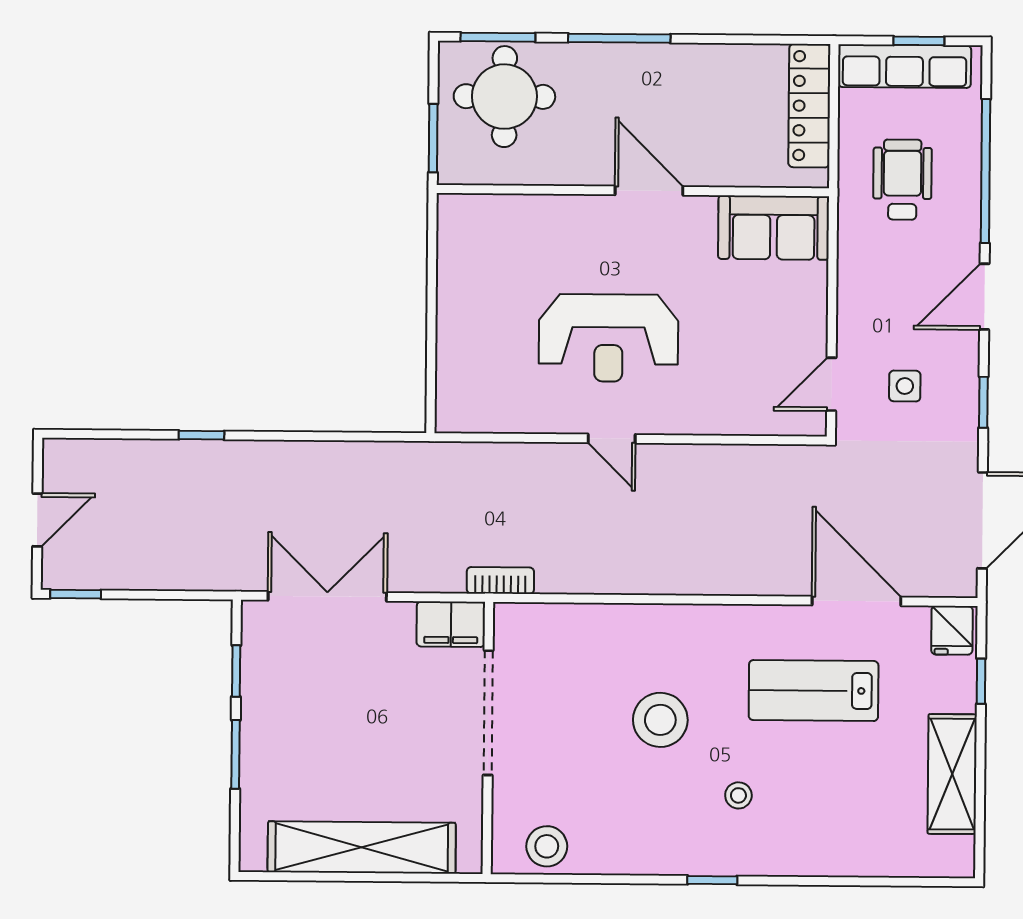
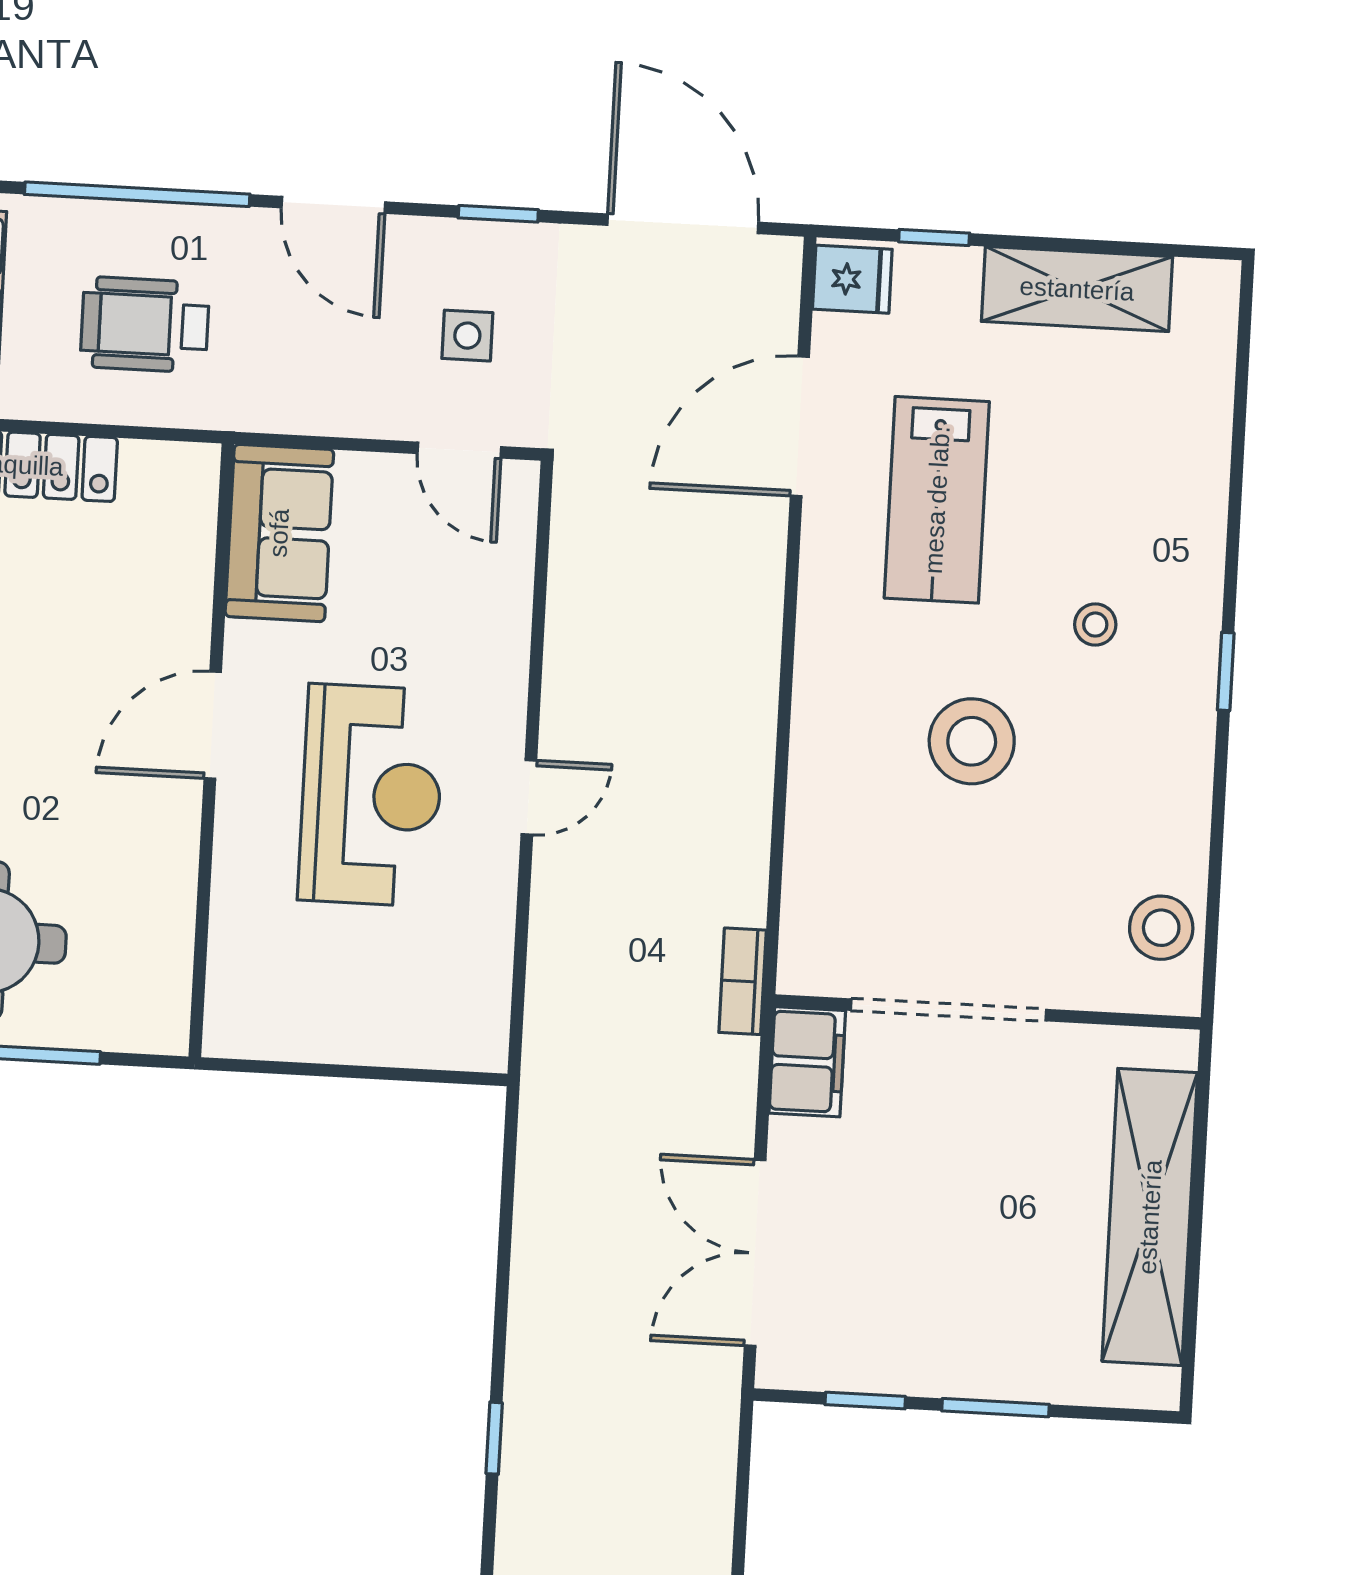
wall: (633, 191) -> (211, 750), moved
door: (649, 191) -> (213, 725), moved
sofa: (774, 228) -> (279, 533), moved

